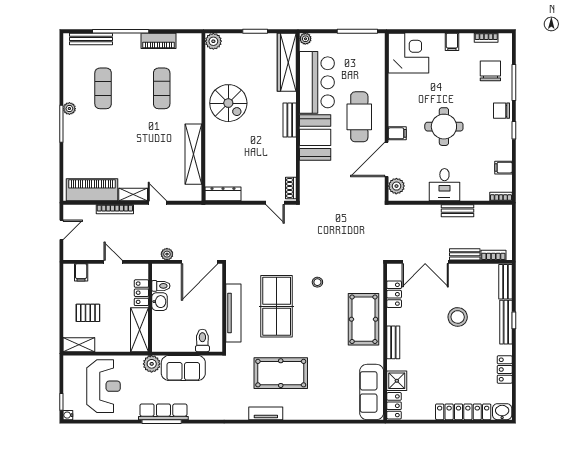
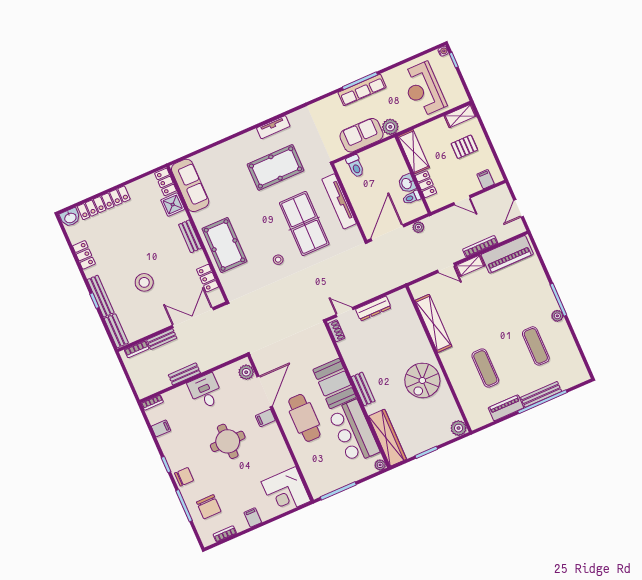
bench: (91, 39) -> (541, 394), moved
spiral stairs: (228, 103) -> (422, 380), turned -90
dresser: (223, 194) -> (373, 309), moved

